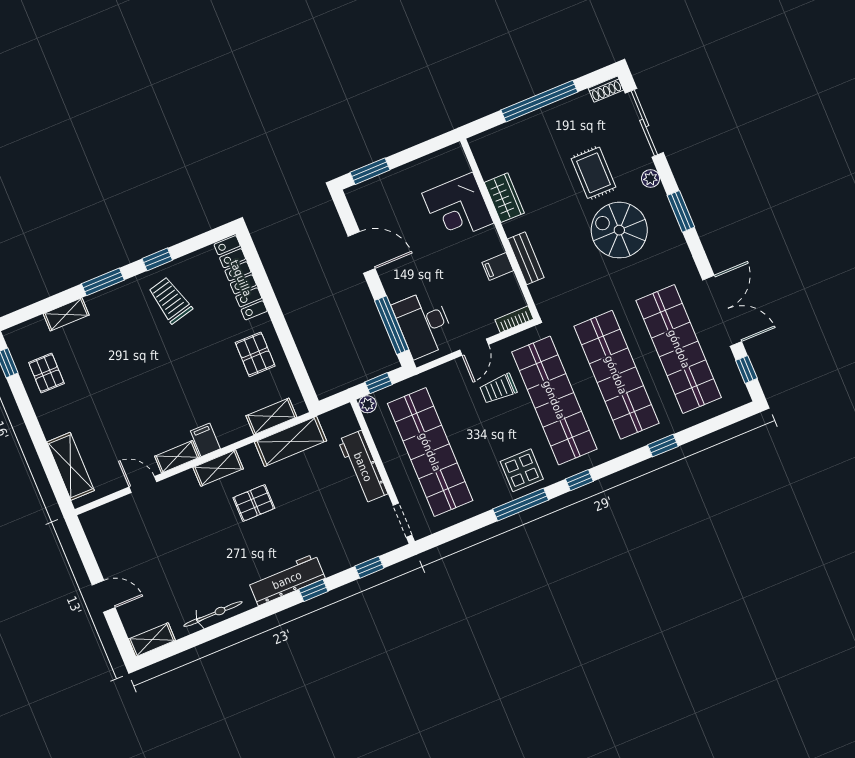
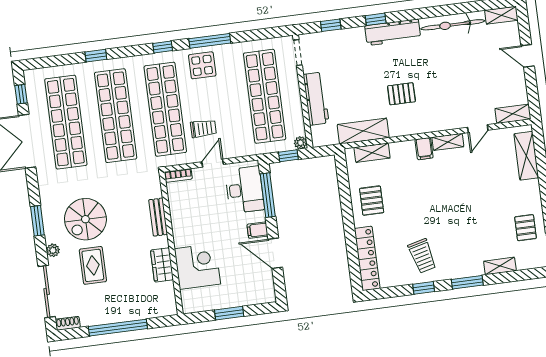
window: (370, 171) -> (229, 313), moved
spiral stairs: (619, 230) -> (85, 219), turned 90
filing cabinet: (498, 266) -> (257, 230), moved, turned 180
shelving: (218, 468) -> (513, 114), moved
door: (143, 484) -> (478, 129), hinge flipped
bicycle: (213, 614) -> (453, 25), width x1.37, depth x1.40

